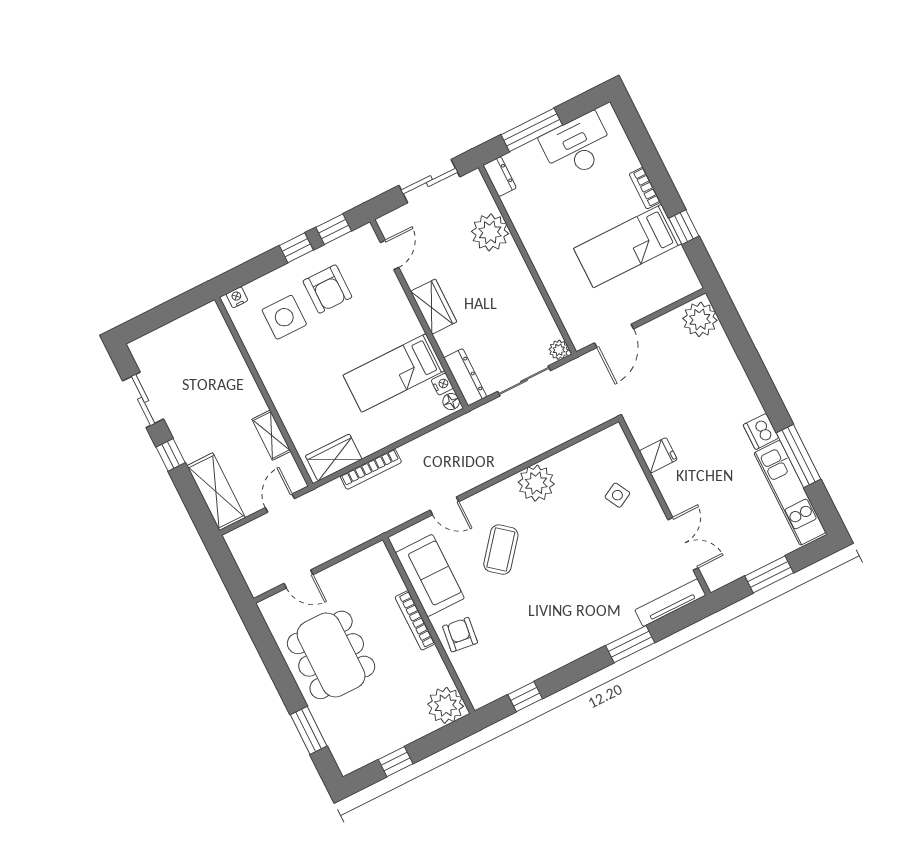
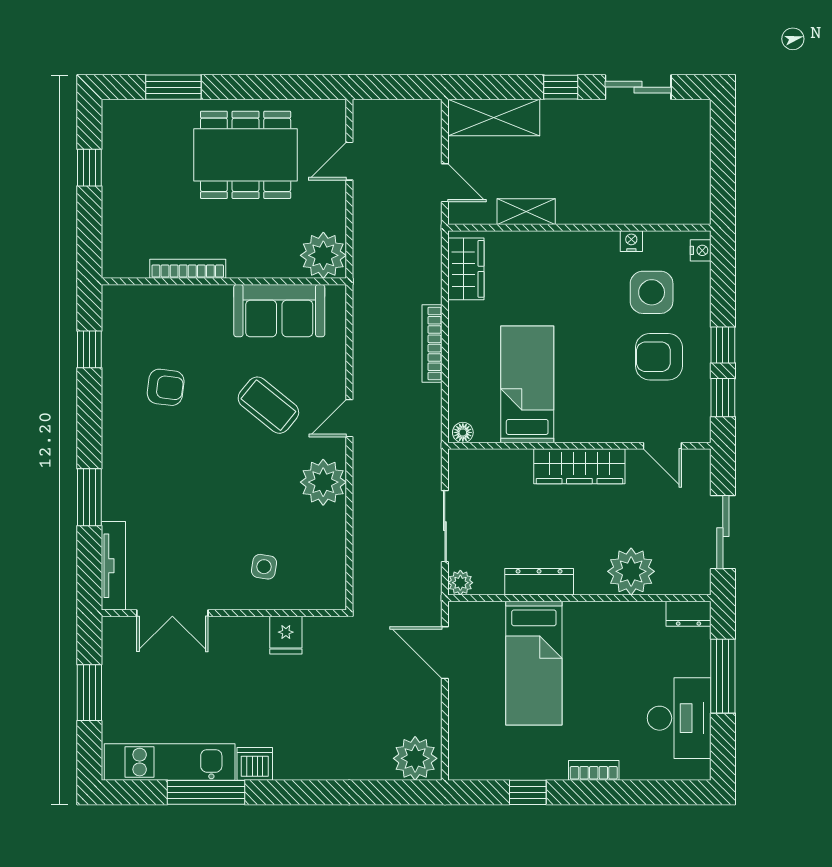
bed: (628, 246) -> (534, 663), moved, turned 180
wardrobe: (434, 307) -> (579, 466), width x1.50
dresser: (465, 377) -> (539, 582), moved, turned 180
nightstand: (442, 384) -> (631, 241), moved, turned 180
bookcase: (371, 469) -> (432, 343), moved
side table: (617, 495) -> (264, 567), turned 38
door: (444, 506) -> (349, 418), moved
bookcase: (415, 620) -> (188, 269), moved
armchair: (460, 635) -> (166, 387), moved
plant: (446, 705) -> (323, 255), moved

